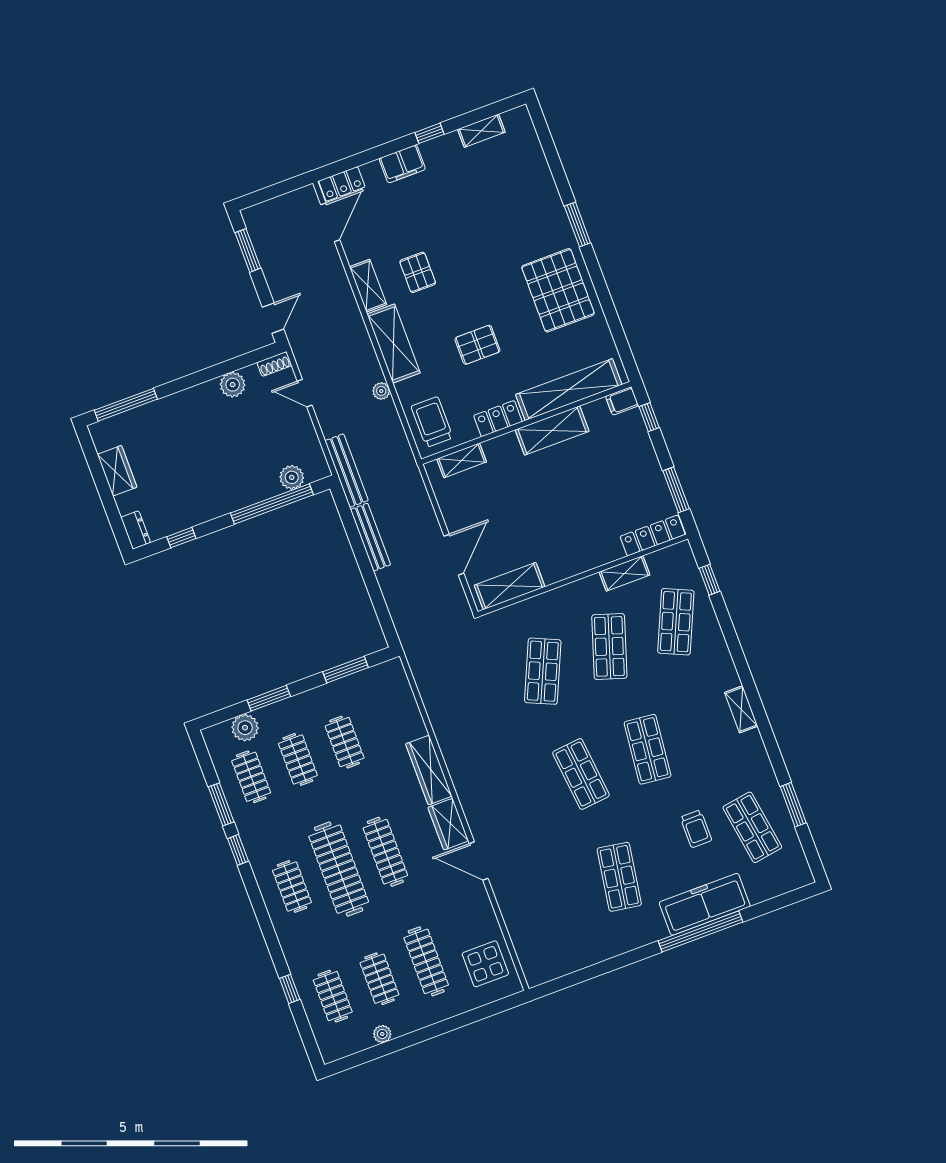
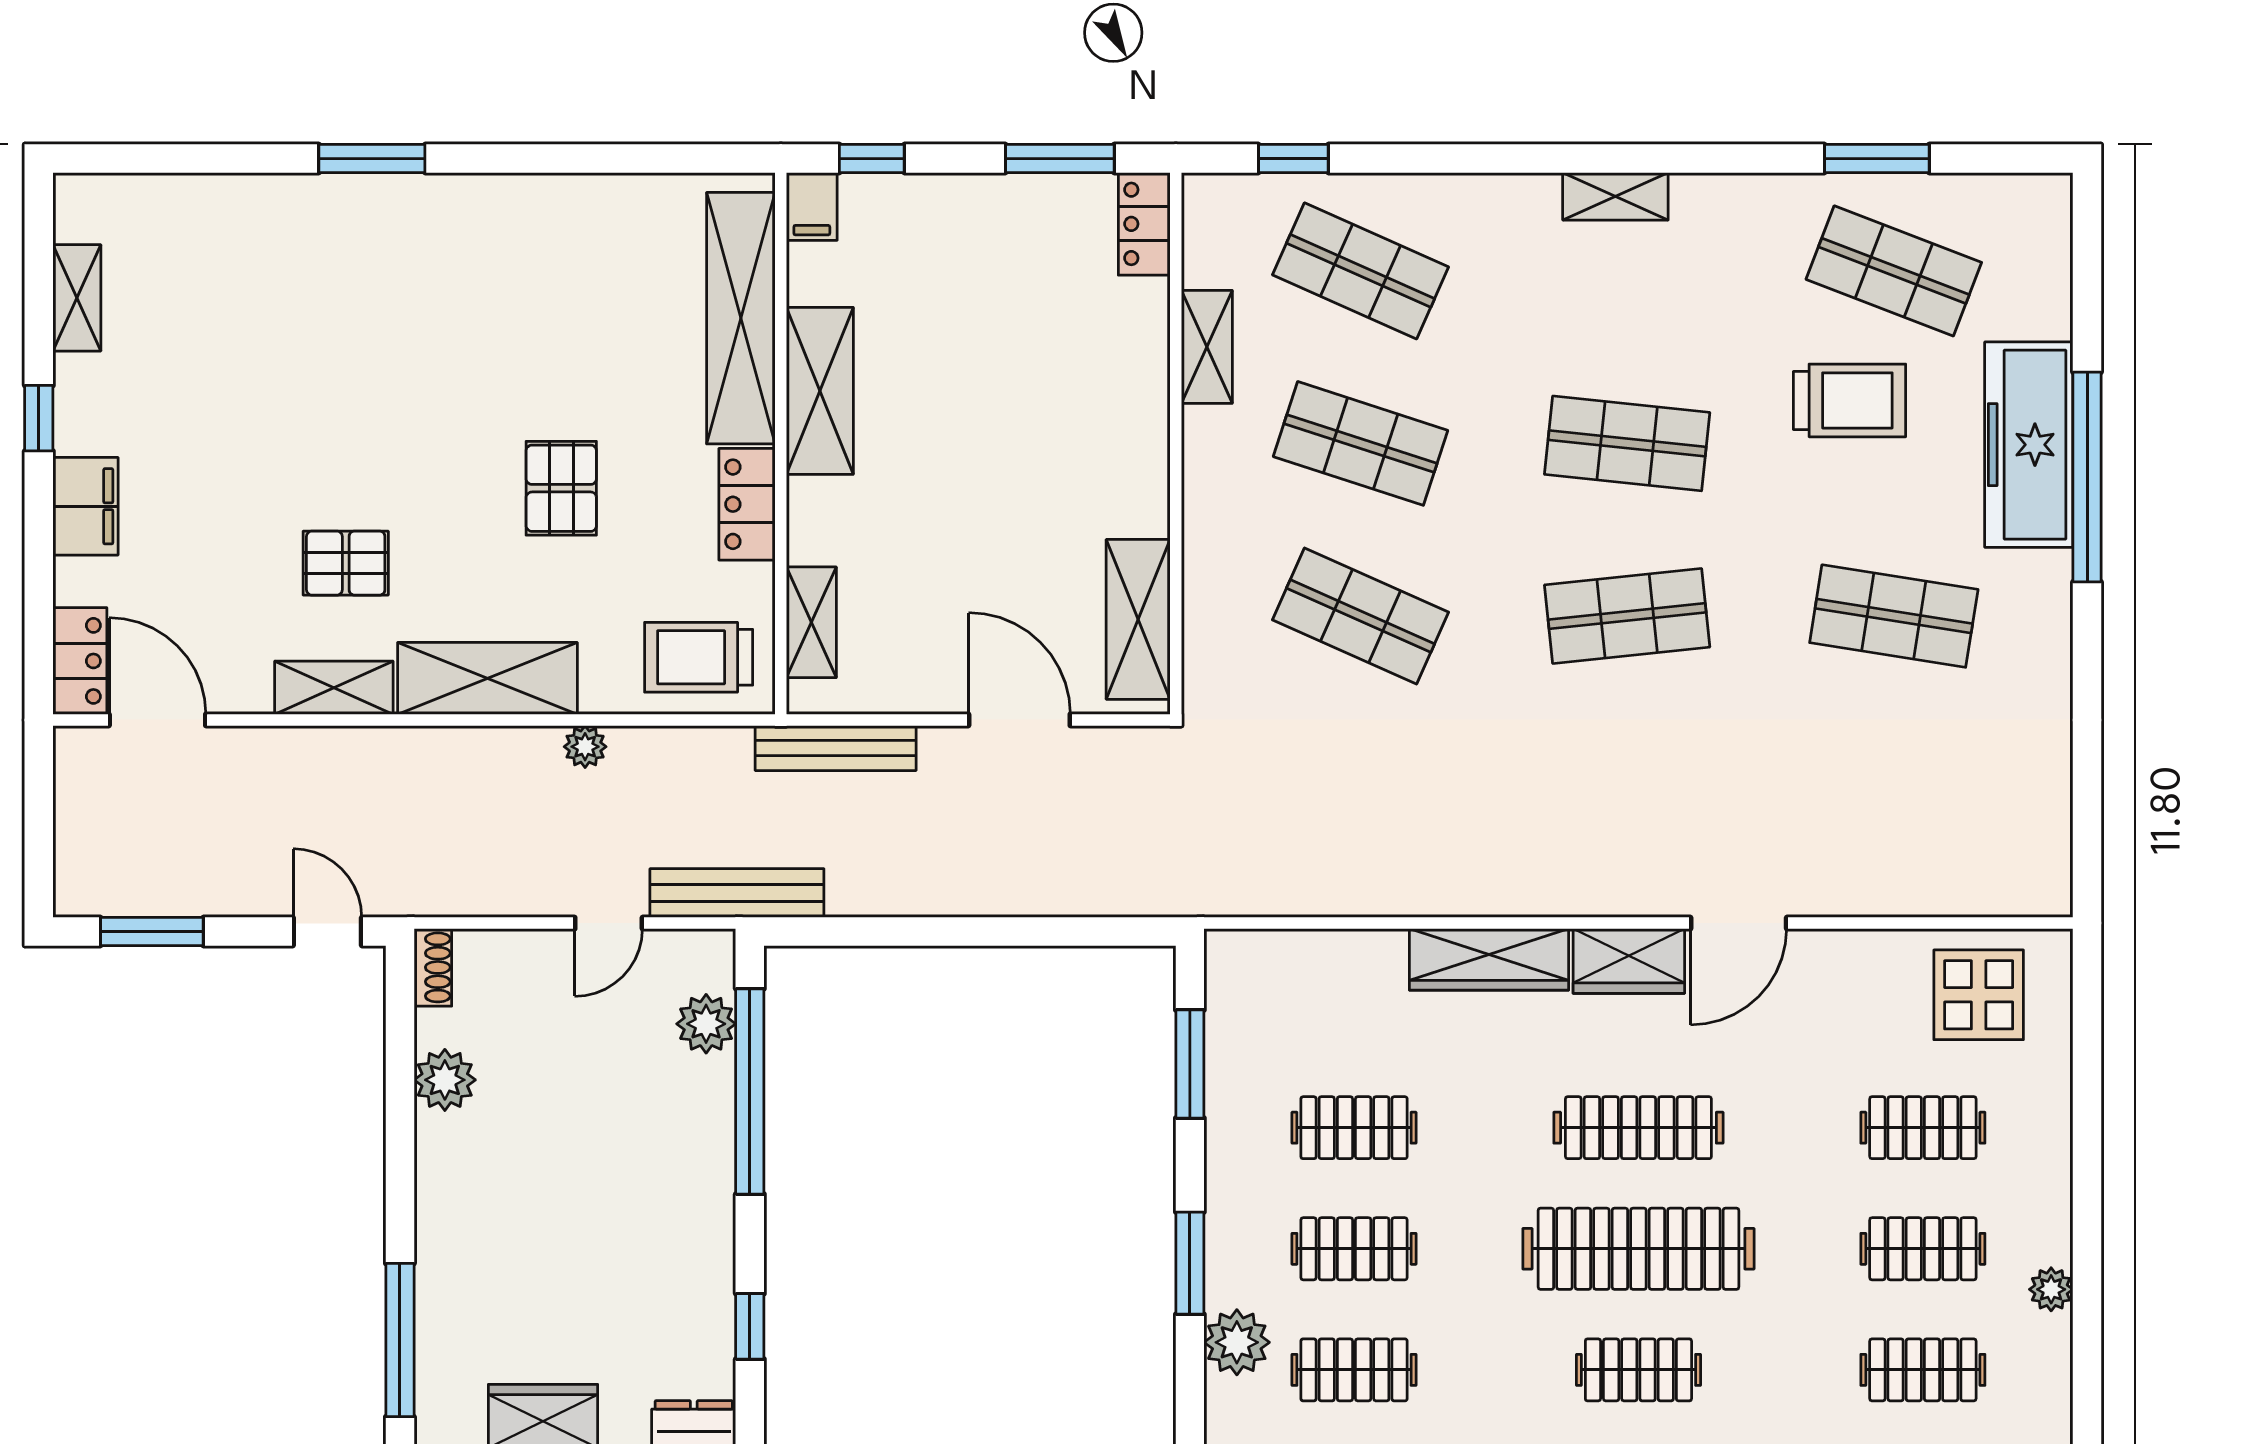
pallet: (558, 290) -> (505, 259), removed
door: (305, 393) -> (609, 923), moved
locker: (653, 535) -> (1144, 224), width x0.66
bench: (371, 537) -> (836, 748), moved
shop shelf: (752, 827) -> (1894, 271), turned 30
trolley: (696, 829) -> (1849, 400), width x1.36, depth x1.39
clothes rail: (426, 961) -> (1923, 1128), width x0.73

